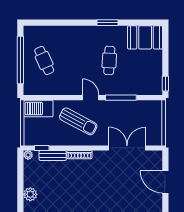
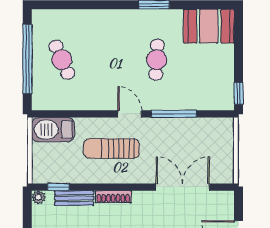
sun lounger: (78, 121) -> (111, 148), turned 152

